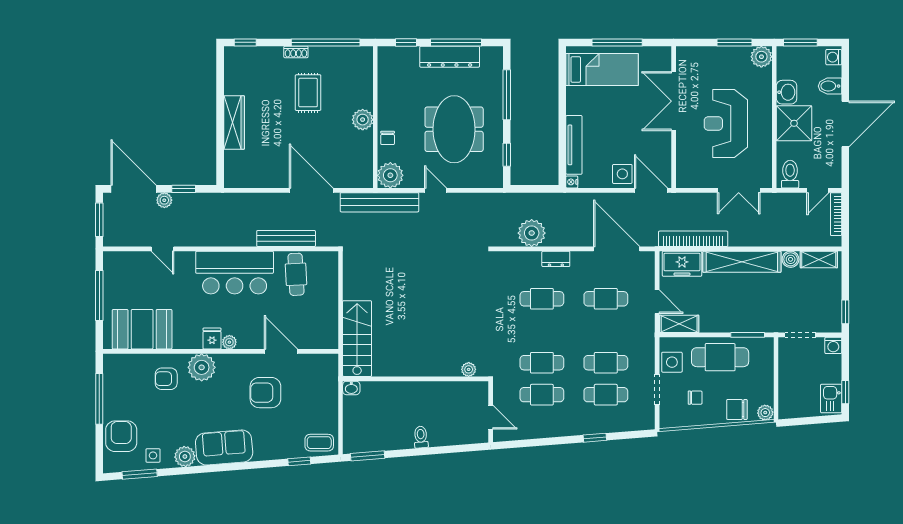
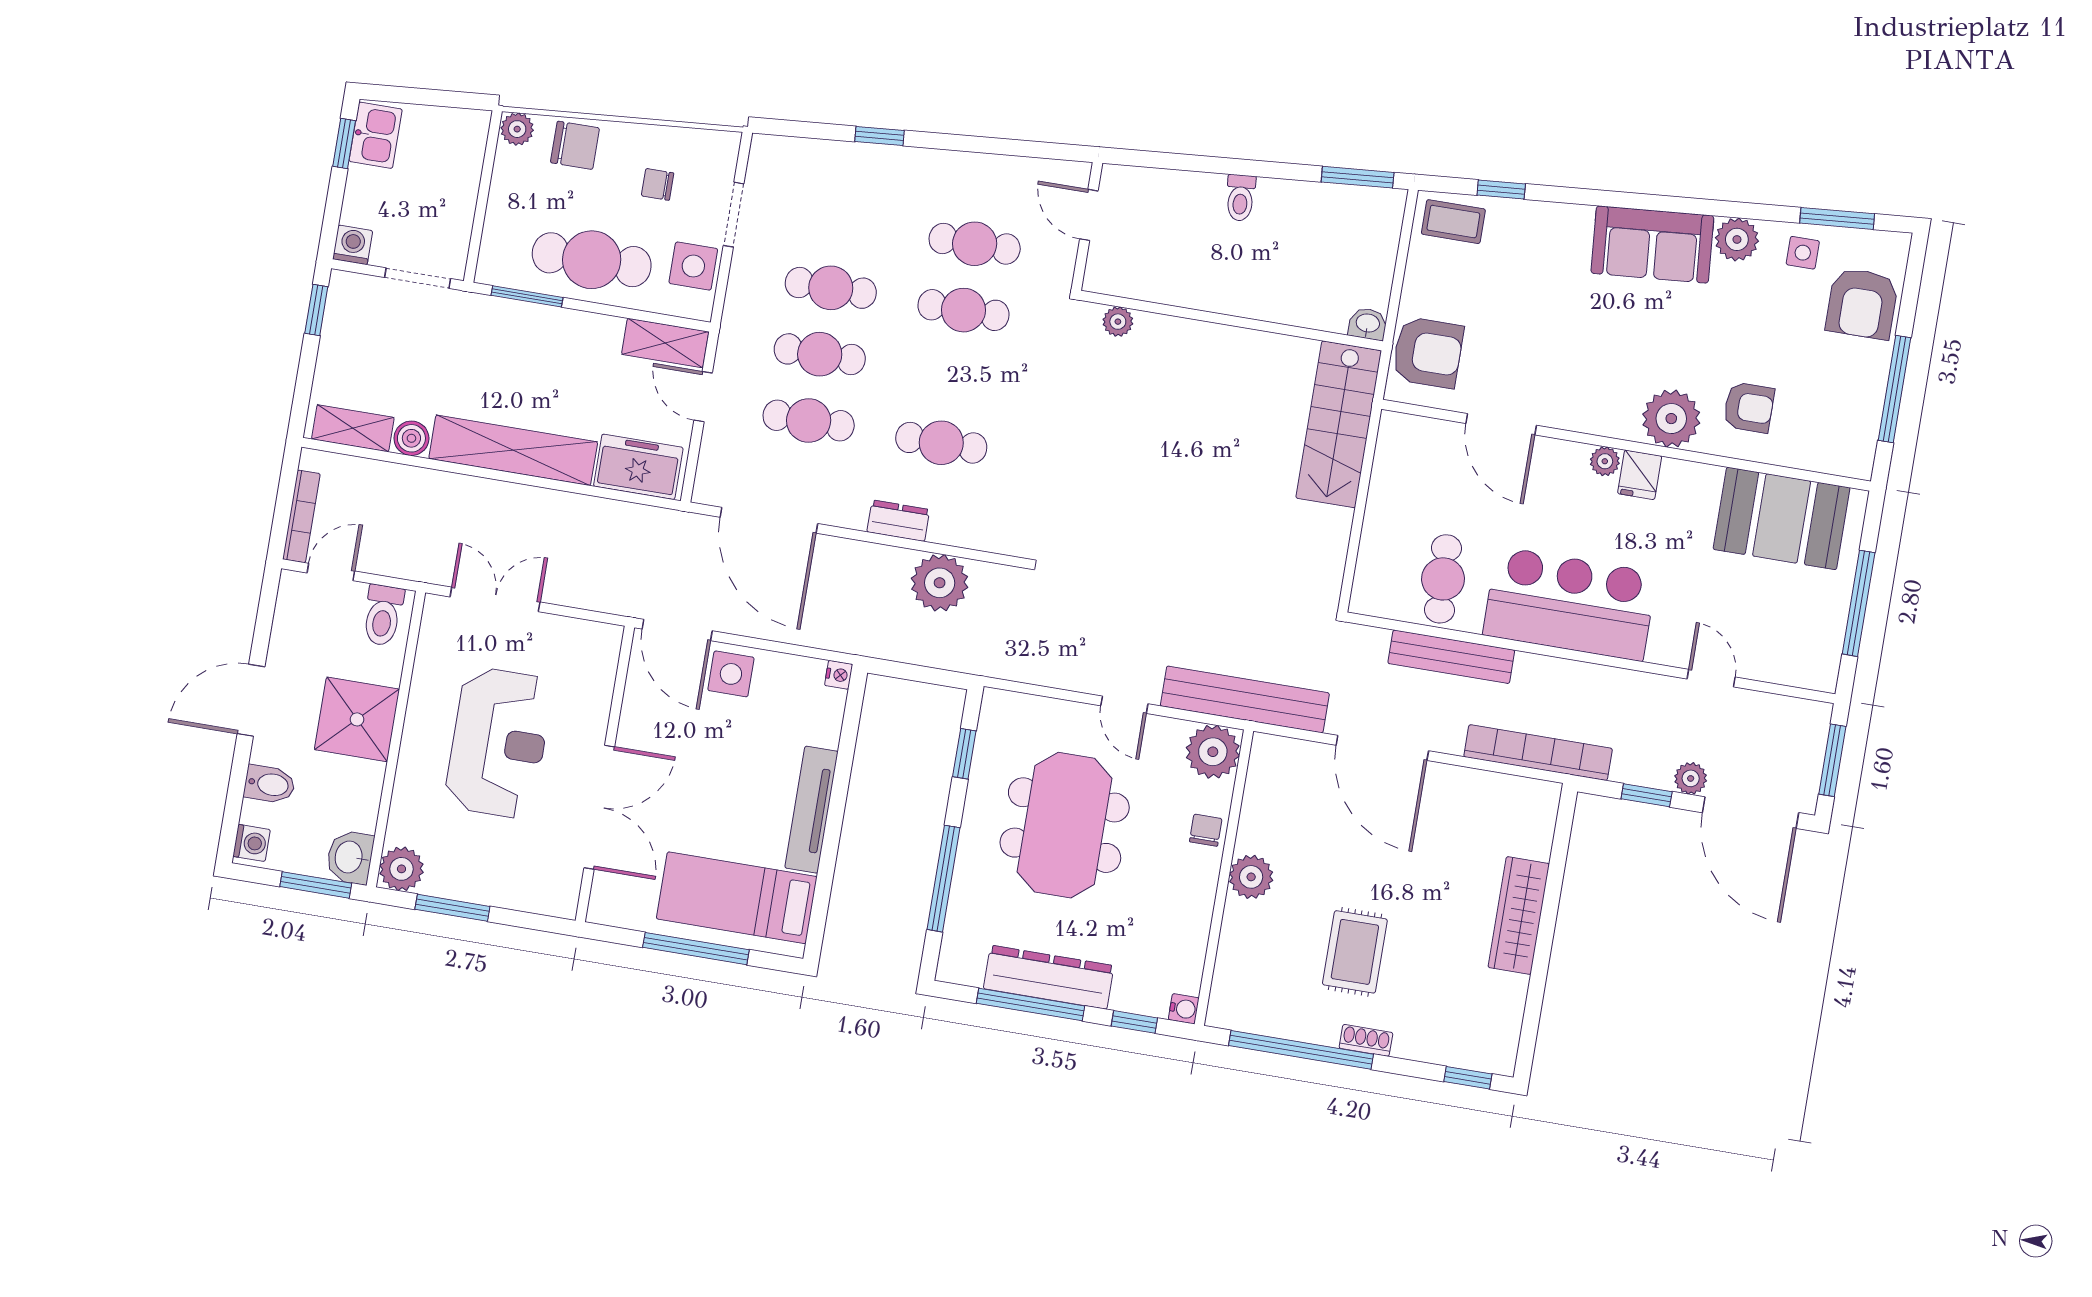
water cooler: (384, 53) -> (1184, 1009), added
washbasin: (787, 92) -> (350, 857), moved
door: (845, 124) -> (251, 700), width x0.73
tv unit: (574, 145) -> (811, 810), moved
bookcase: (693, 239) -> (1538, 753), moved, turned 180
armchair: (265, 393) -> (1428, 353), moved
cafe table: (606, 395) -> (820, 354), moved

